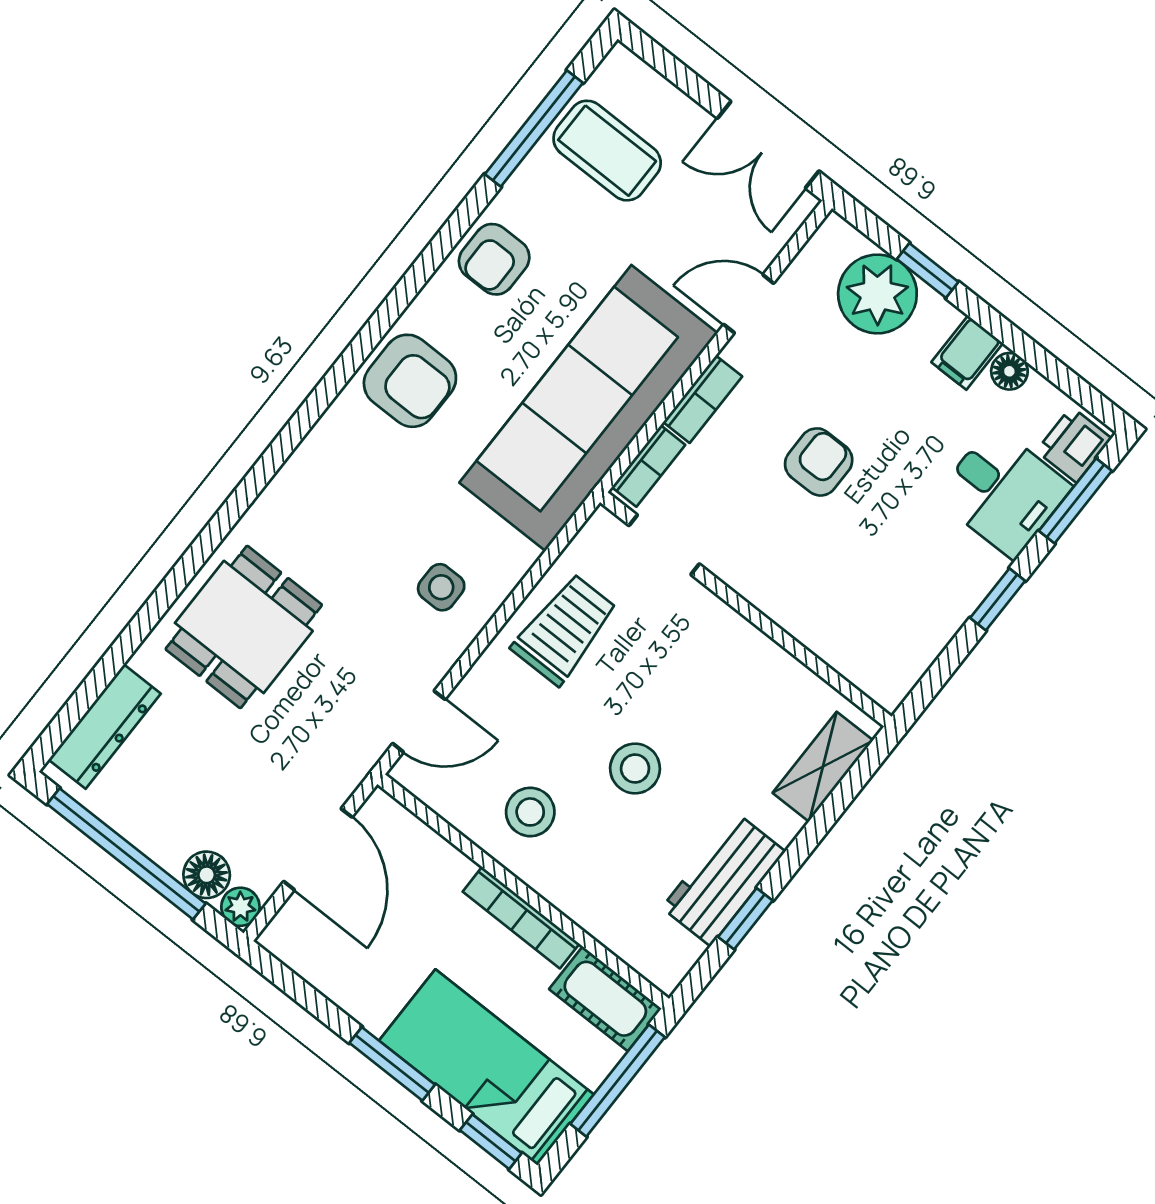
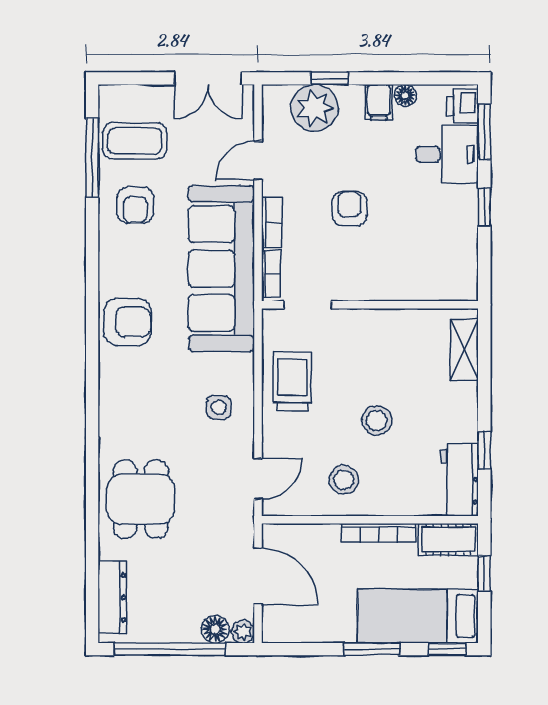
armchair: (494, 259) -> (135, 205), moved
workbench: (724, 880) -> (459, 480), moved
window: (618, 1081) -> (484, 573), width x0.46

